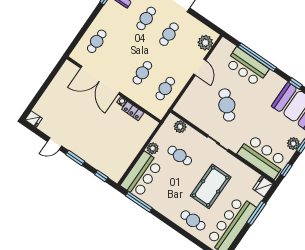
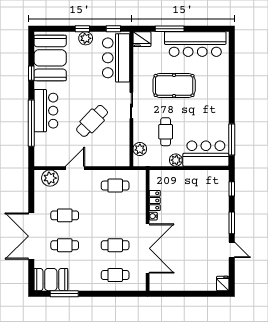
bar counter: (247, 67) -> (46, 111), moved
cafe table: (142, 73) -> (115, 245), moved
cafe table: (193, 220) -> (215, 80), removed

